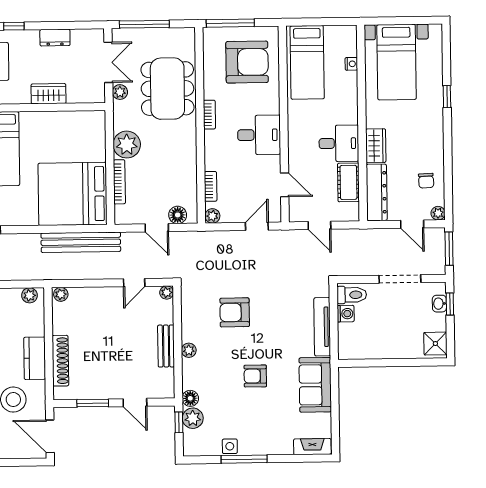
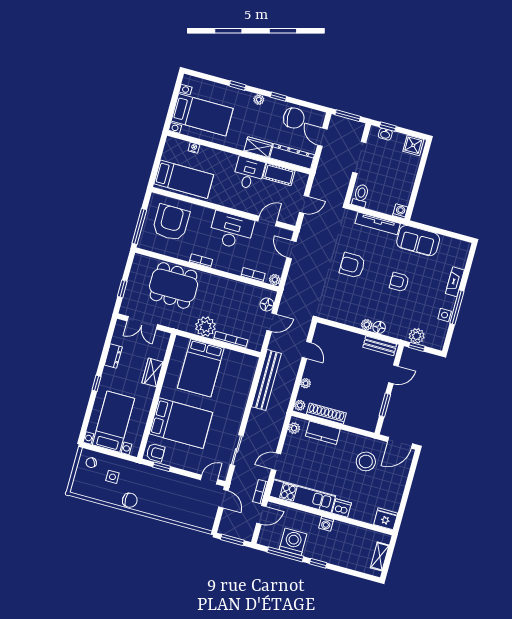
window: (144, 24) -> (122, 289), width x0.46
double door: (108, 62) -> (142, 323), swing flipped
plant: (120, 92) -> (166, 321), removed
desk: (259, 135) -> (231, 231), width x1.37
window: (448, 153) -> (278, 97), added
chair: (426, 181) -> (294, 118), width x1.87, depth x1.87
bed: (73, 194) -> (201, 368), moved, width x0.73
plant: (438, 213) -> (259, 100), moved
door: (412, 224) -> (322, 137), swing flipped
plant: (167, 293) -> (306, 383), moved
armchair: (235, 312) -> (352, 265), moved, turned 90
washing machine: (346, 314) -> (400, 211), moved
bench: (166, 346) -> (380, 346), moved
kitchen counter: (35, 358) -> (323, 433), moved
shoe rack: (60, 361) -> (326, 414), moved
armchair: (255, 376) -> (399, 282), turned 90
floor lamp: (190, 398) -> (379, 327), moved
fireplace: (312, 447) -> (455, 282), moved

